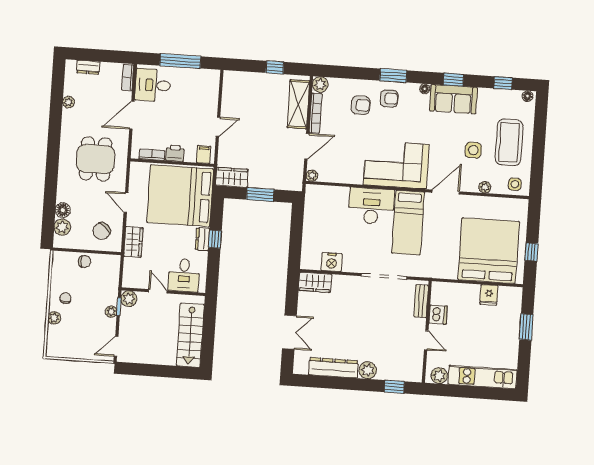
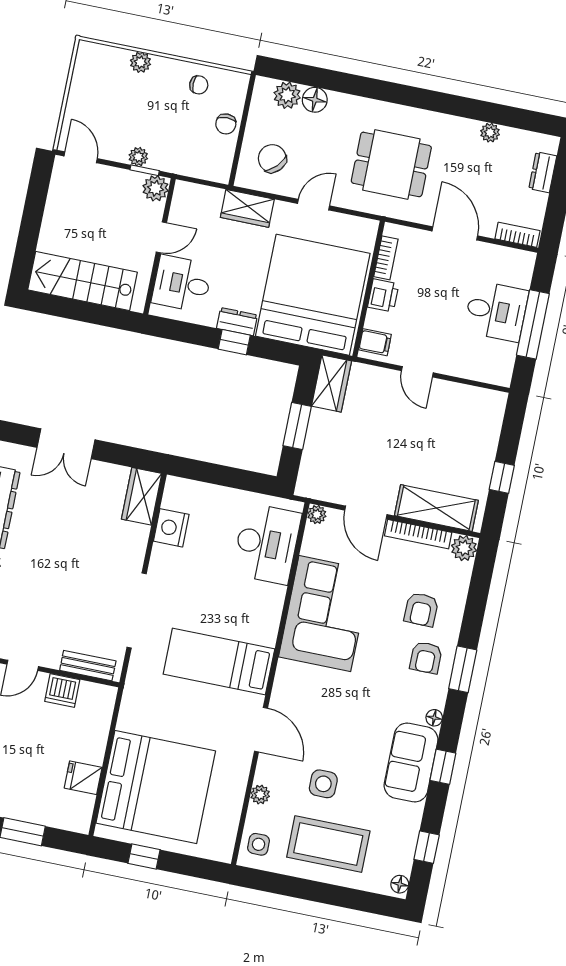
desk: (153, 85) -> (496, 311), moved, turned 90
corner sofa: (396, 165) -> (325, 614), moved
desk: (371, 206) -> (267, 544), moved
chair: (65, 298) -> (199, 85), moved

